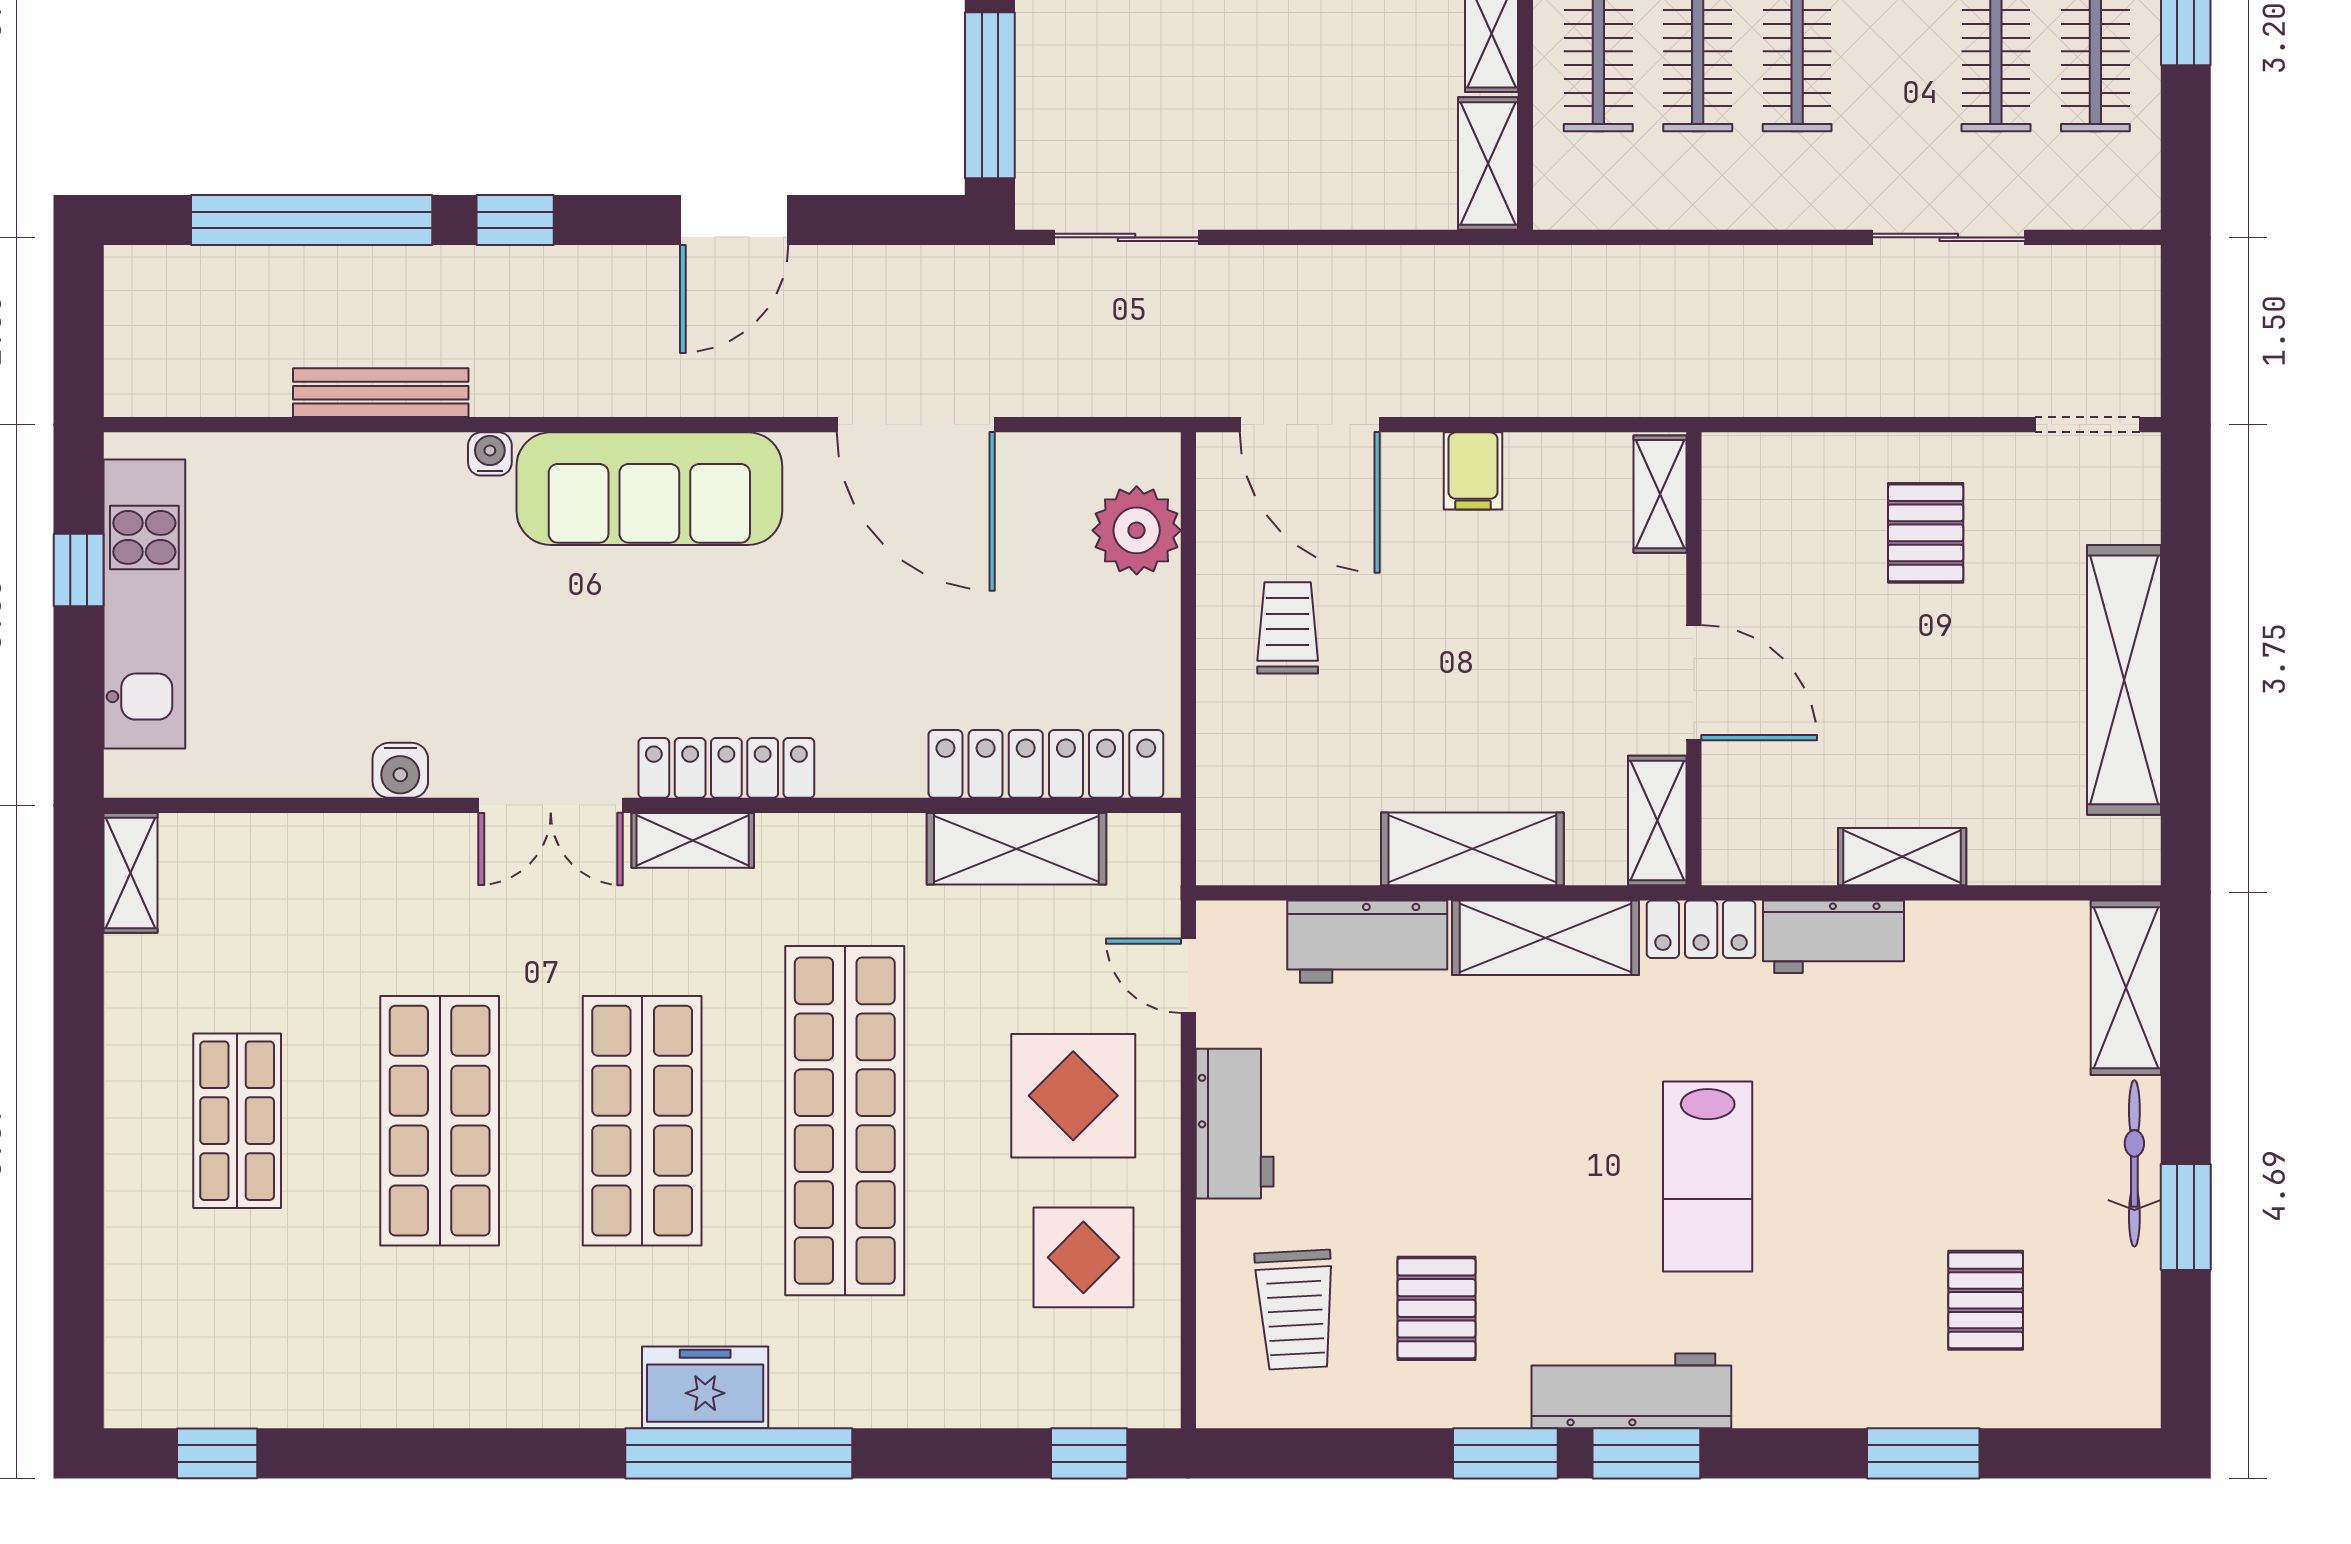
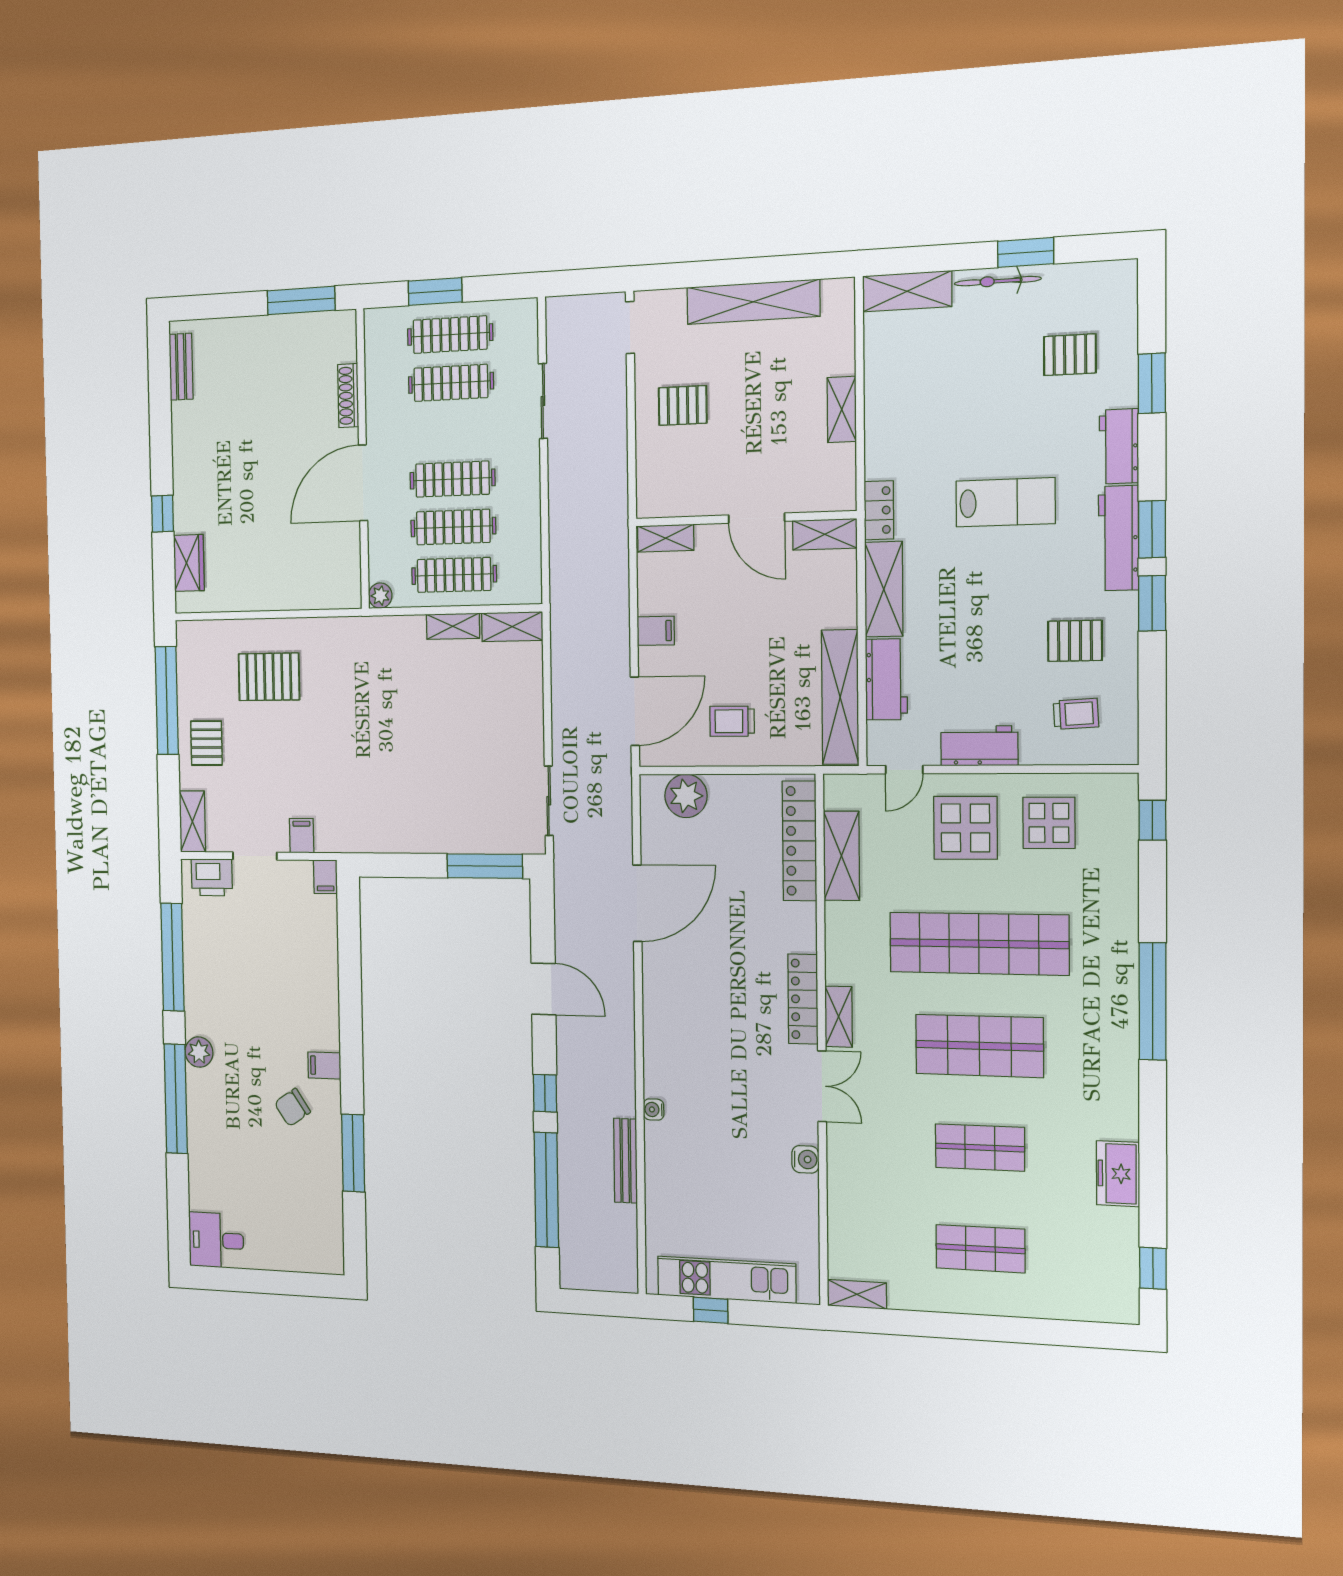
sofa: (649, 489) -> (669, 1033), removed
door: (1694, 683) -> (757, 518), swing flipped
shelving: (1472, 849) -> (840, 697), moved, width x1.47
workbench: (1834, 937) -> (1119, 446), moved, turned 180
shop shelf: (440, 1121) -> (980, 1147), width x0.70, depth x0.74
trolley: (1295, 1310) -> (1076, 714), width x0.73, depth x0.72
freezer: (705, 1387) -> (1118, 1174), moved

